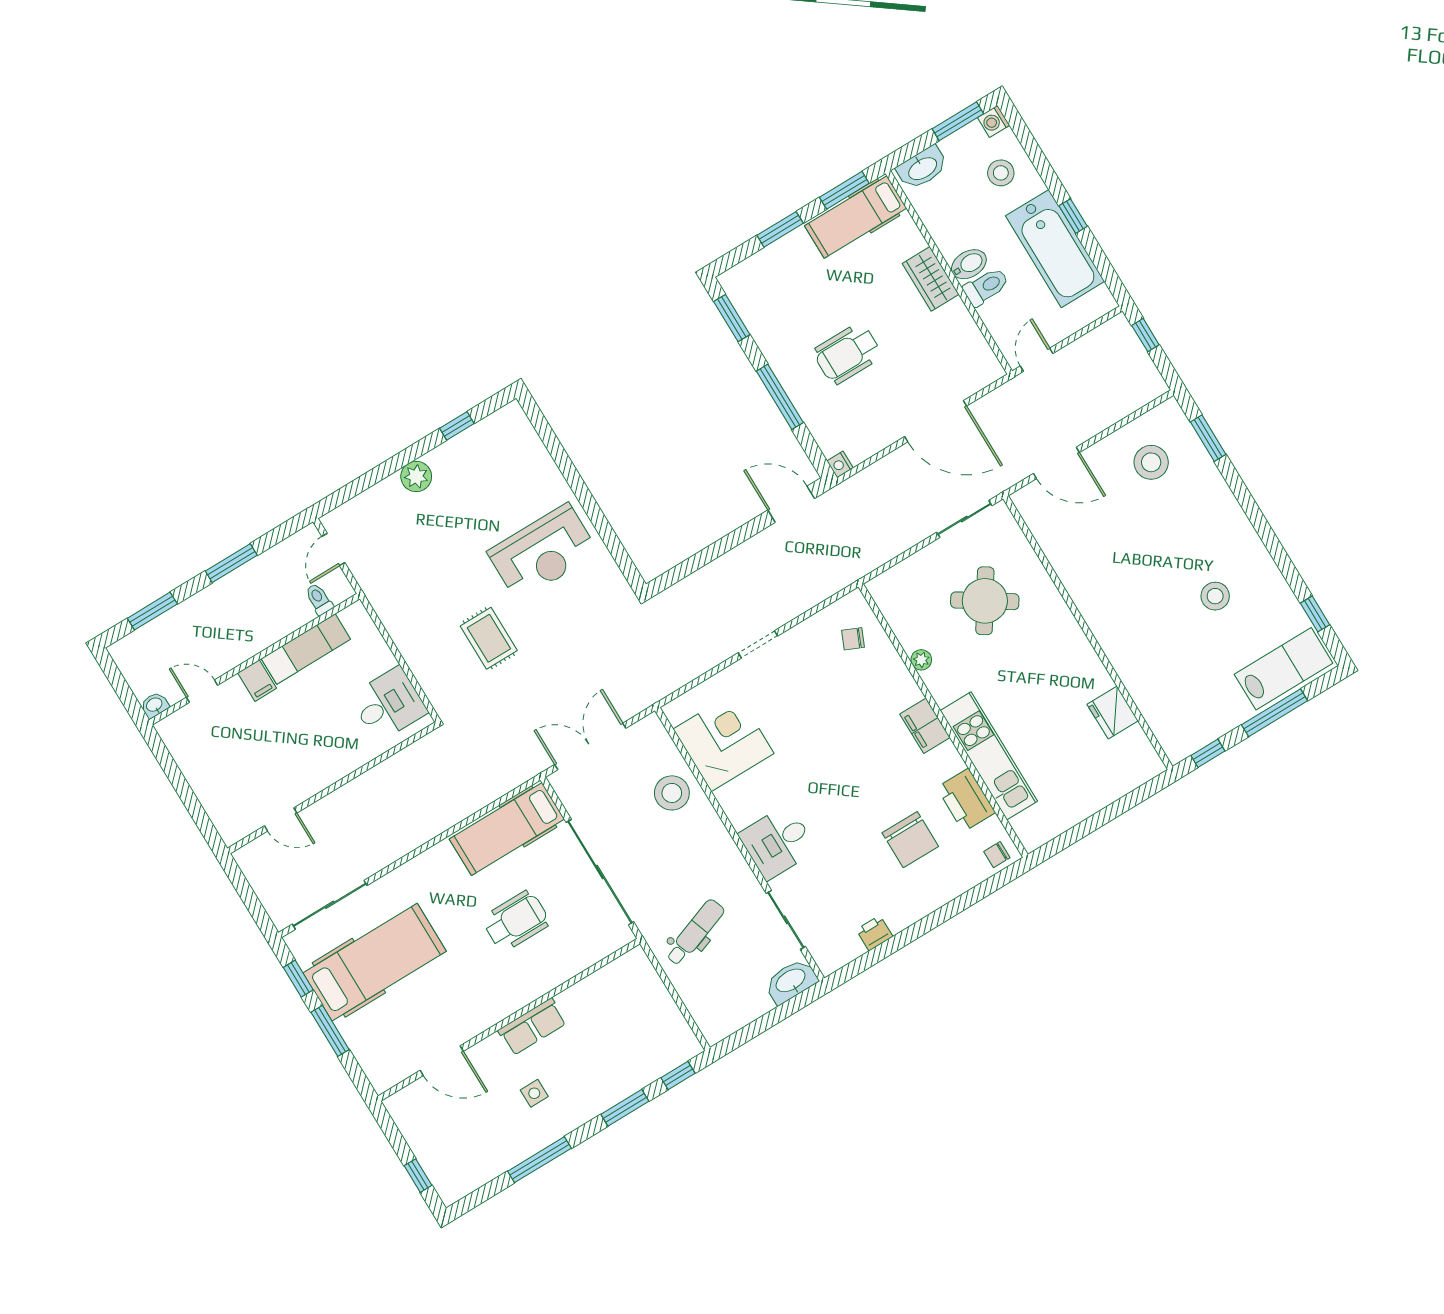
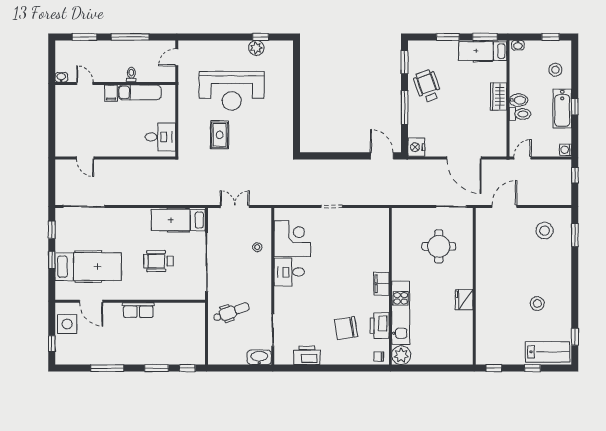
window: (958, 121) -> (551, 37), width x0.67
washing machine: (994, 121) -> (566, 150), moved
washbasin: (922, 168) -> (518, 45), width x0.52, depth x0.69
bathtub: (1055, 249) -> (562, 109), width x0.73, depth x0.73
wheelchair: (847, 354) -> (427, 86), moved, turned 70
door: (1056, 463) -> (504, 207), swing flipped
nightstand: (840, 464) -> (416, 147), width x1.89, depth x1.79
plant: (416, 476) -> (256, 48), moved
reception desk: (543, 552) -> (232, 91), moved, width x1.36, depth x1.30
window: (231, 563) -> (130, 37), width x1.44
toilet: (319, 599) -> (131, 75), moved
round table: (985, 601) -> (439, 246), turned -33
chair: (853, 639) -> (373, 229), removed
plant: (921, 660) -> (401, 355), moved, width x1.88, depth x1.88
fridge: (1113, 713) -> (464, 300), moved
window: (1275, 713) -> (532, 368), width x0.46
double door: (590, 746) -> (235, 207), width x0.73
stool: (672, 793) -> (257, 247), width x0.53, depth x0.53
chair: (910, 840) -> (346, 328), turned 81
desk: (778, 842) -> (289, 272), moved
wheelchair: (516, 921) -> (158, 261), turned 180
printer: (874, 933) -> (307, 355), width x1.87, depth x1.48
hospital bed: (375, 962) -> (88, 267), moved
window: (330, 1031) -> (52, 260), width x0.67
side table: (534, 1093) -> (67, 324), moved, width x1.87, depth x1.87

